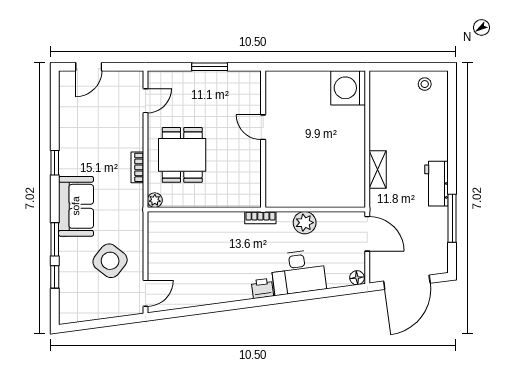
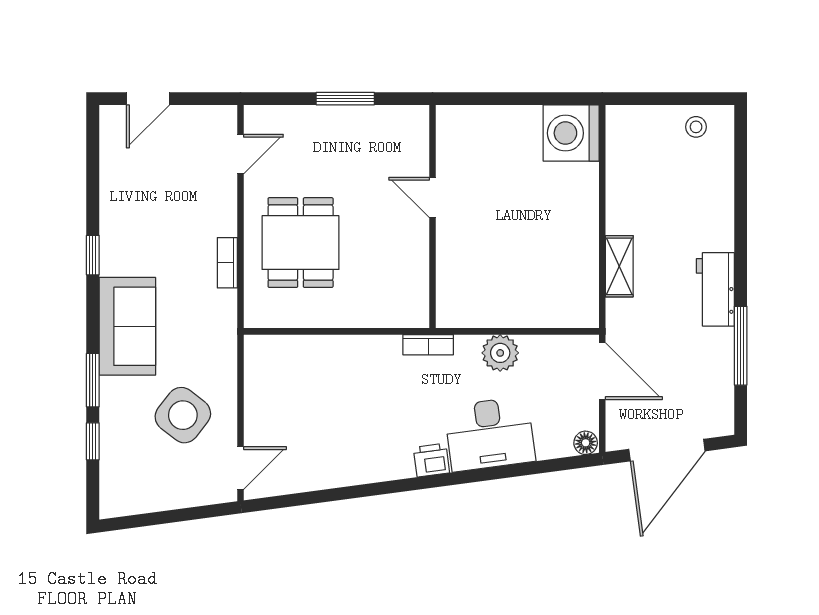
plant: (155, 200) -> (256, 316), removed

